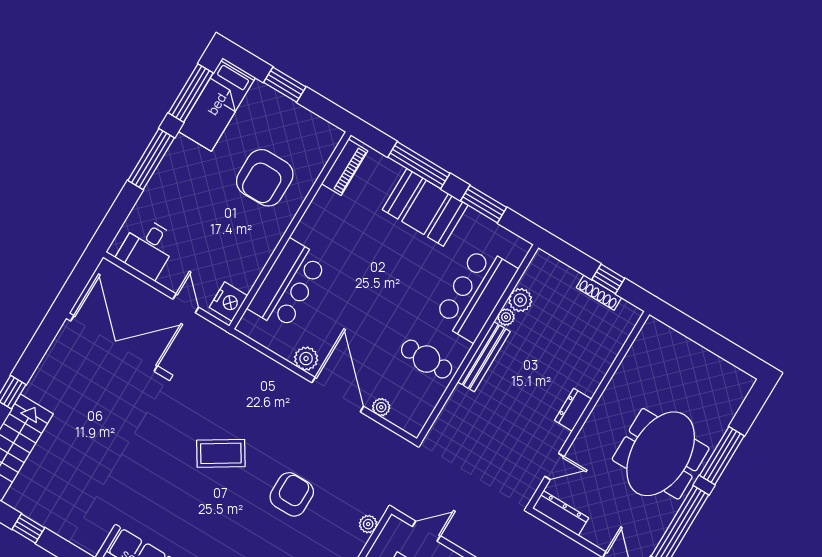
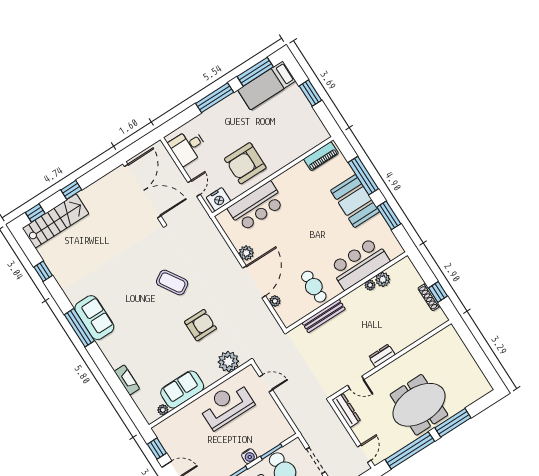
armchair: (265, 178) -> (245, 163), moved
bench: (484, 357) -> (324, 316), moved
plant: (368, 524) -> (228, 362), width x1.88, depth x1.88

